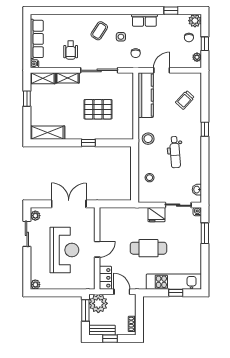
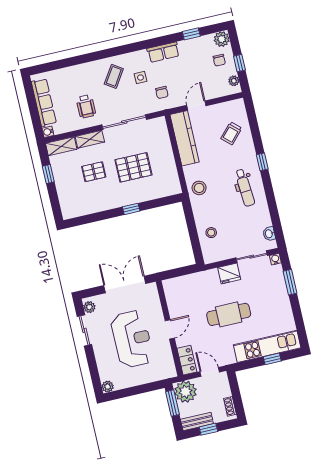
pallet: (65, 105) -> (94, 172), added
shelving: (47, 133) -> (81, 208), removed
dental chair: (175, 152) -> (245, 188), moved

